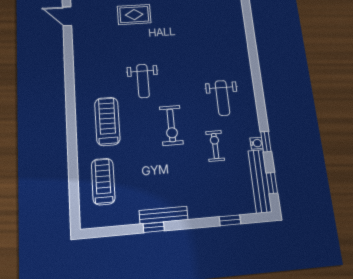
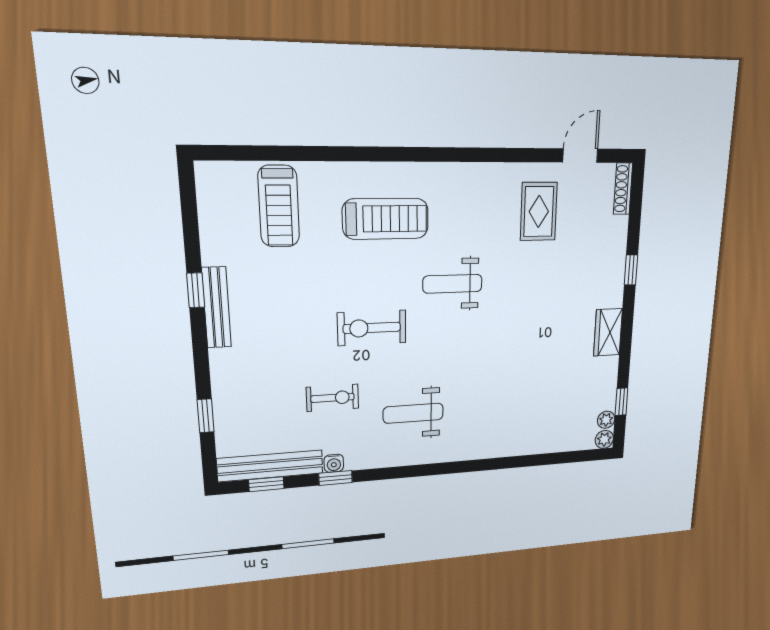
rug: (134, 15) -> (539, 212), moved
treadmill: (103, 181) -> (279, 206), turned 90

